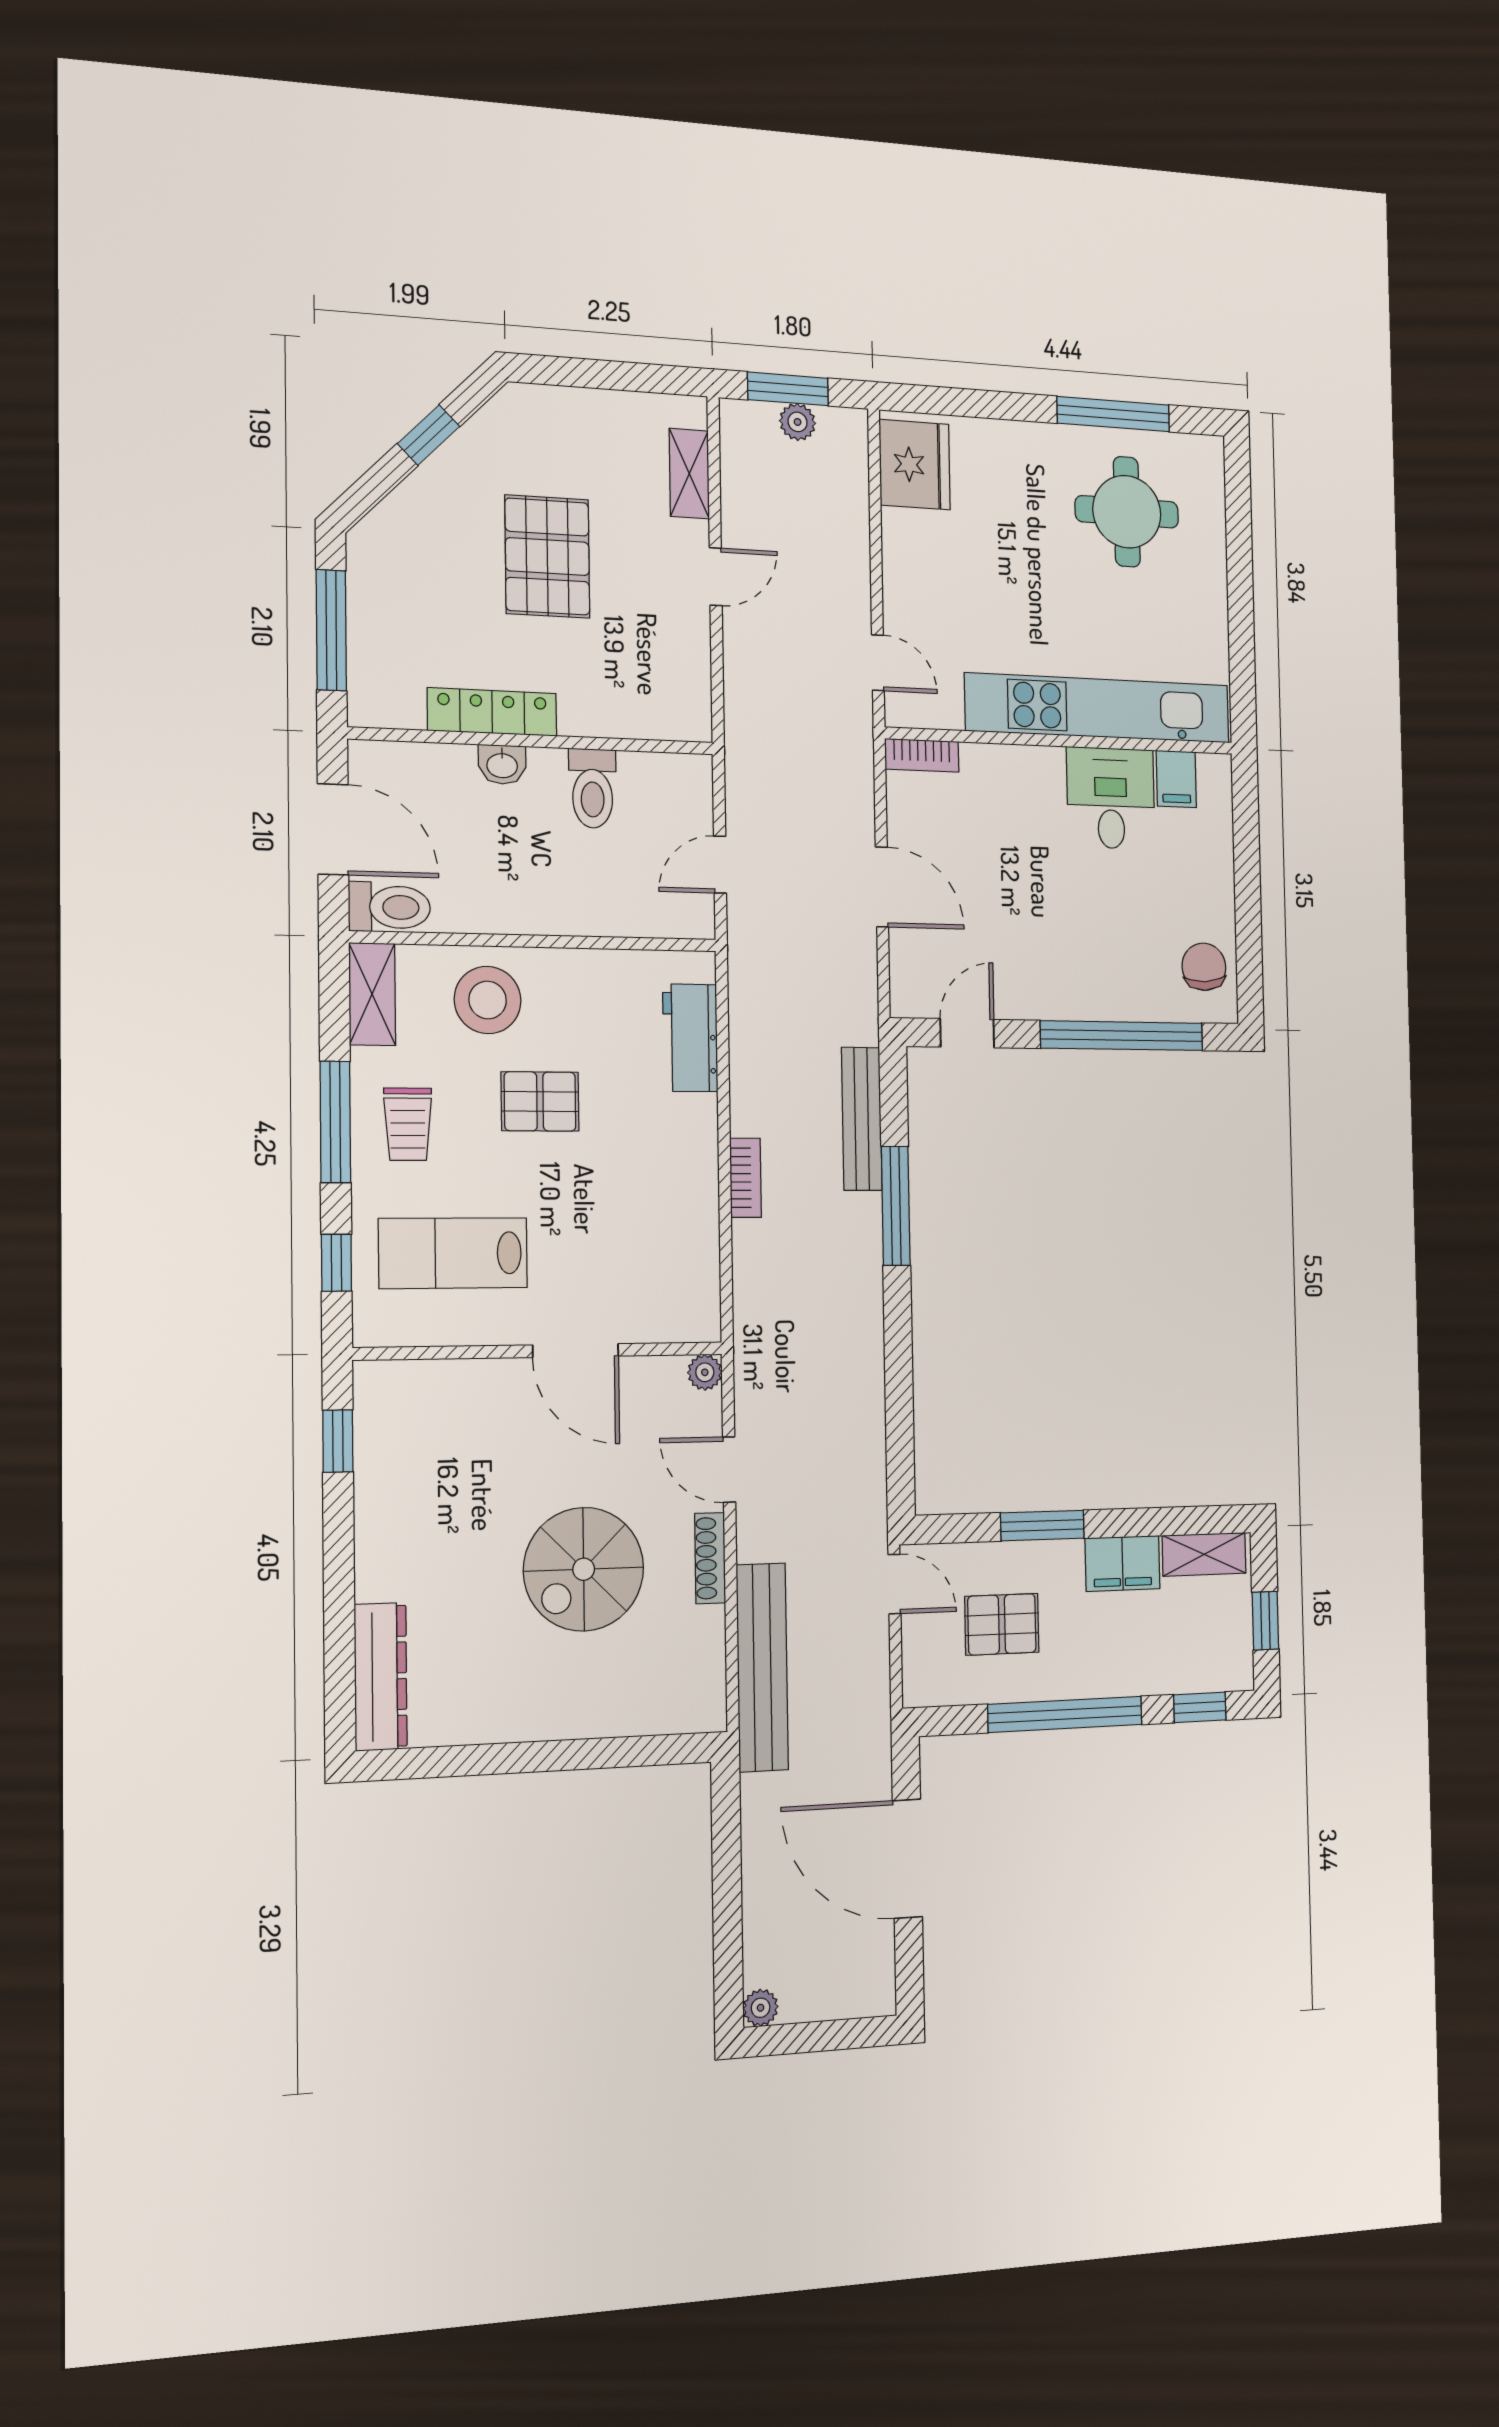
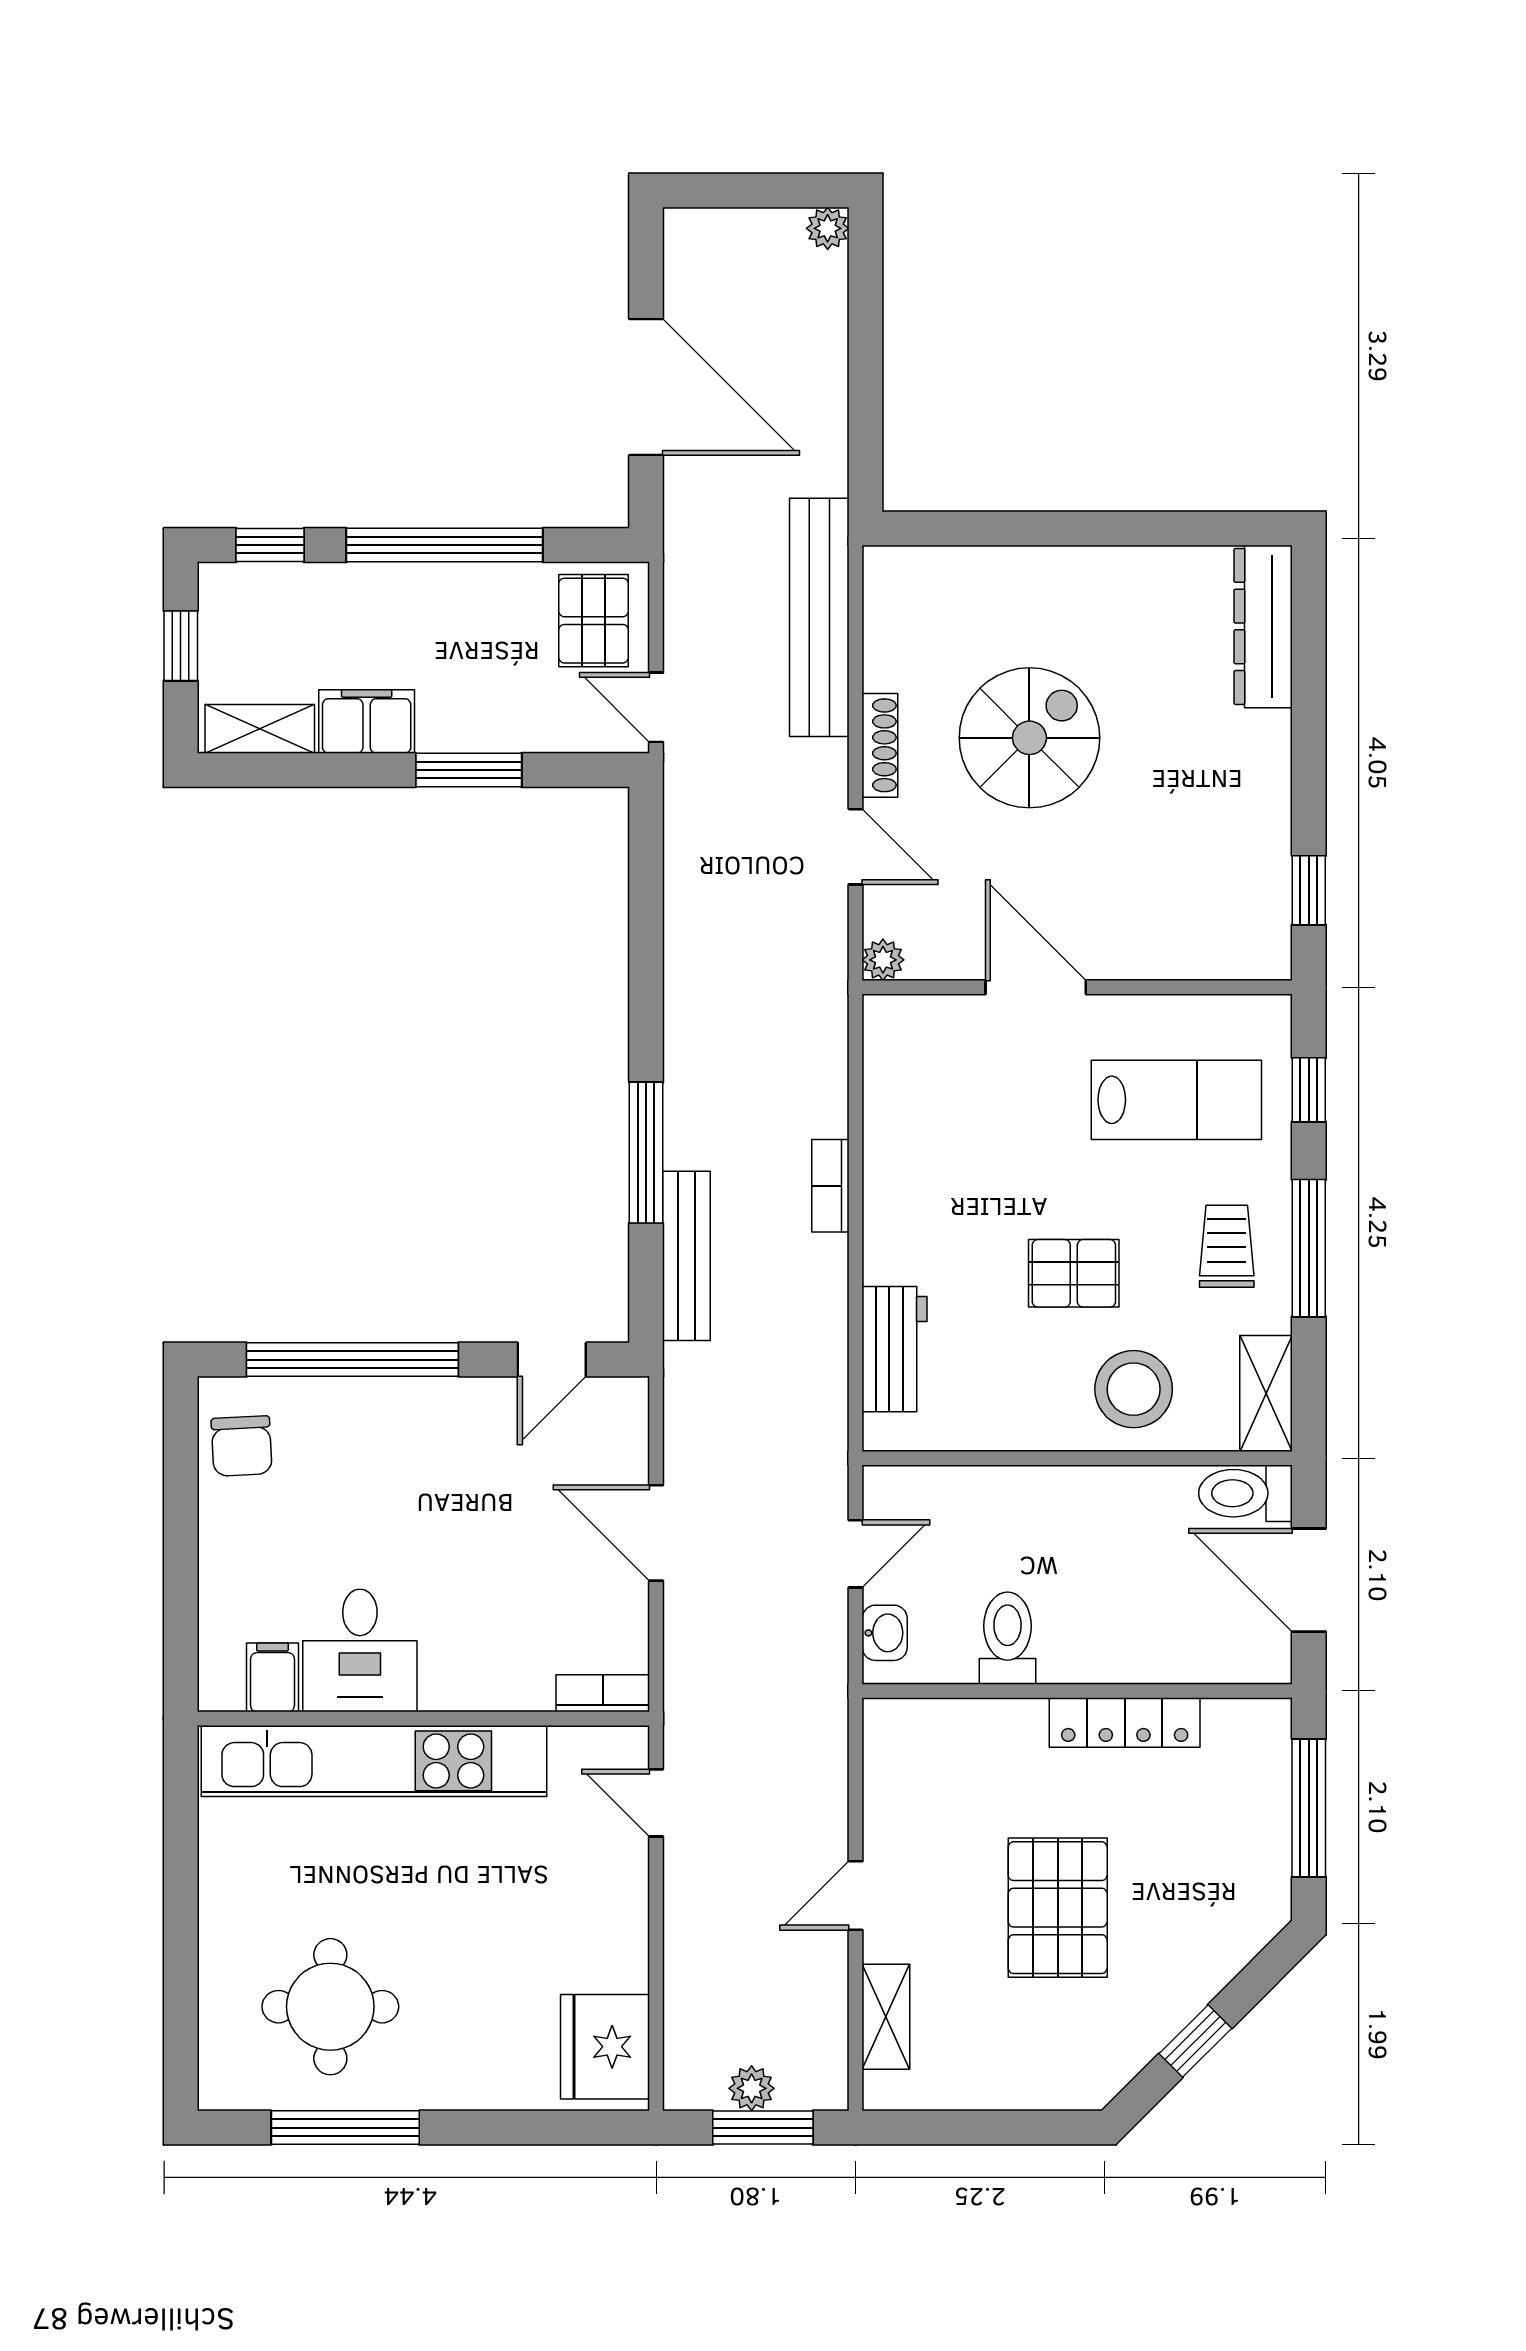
washbasin: (502, 765) -> (885, 1633), moved, turned 90
pallet: (1002, 1624) -> (594, 621), moved, turned 90

